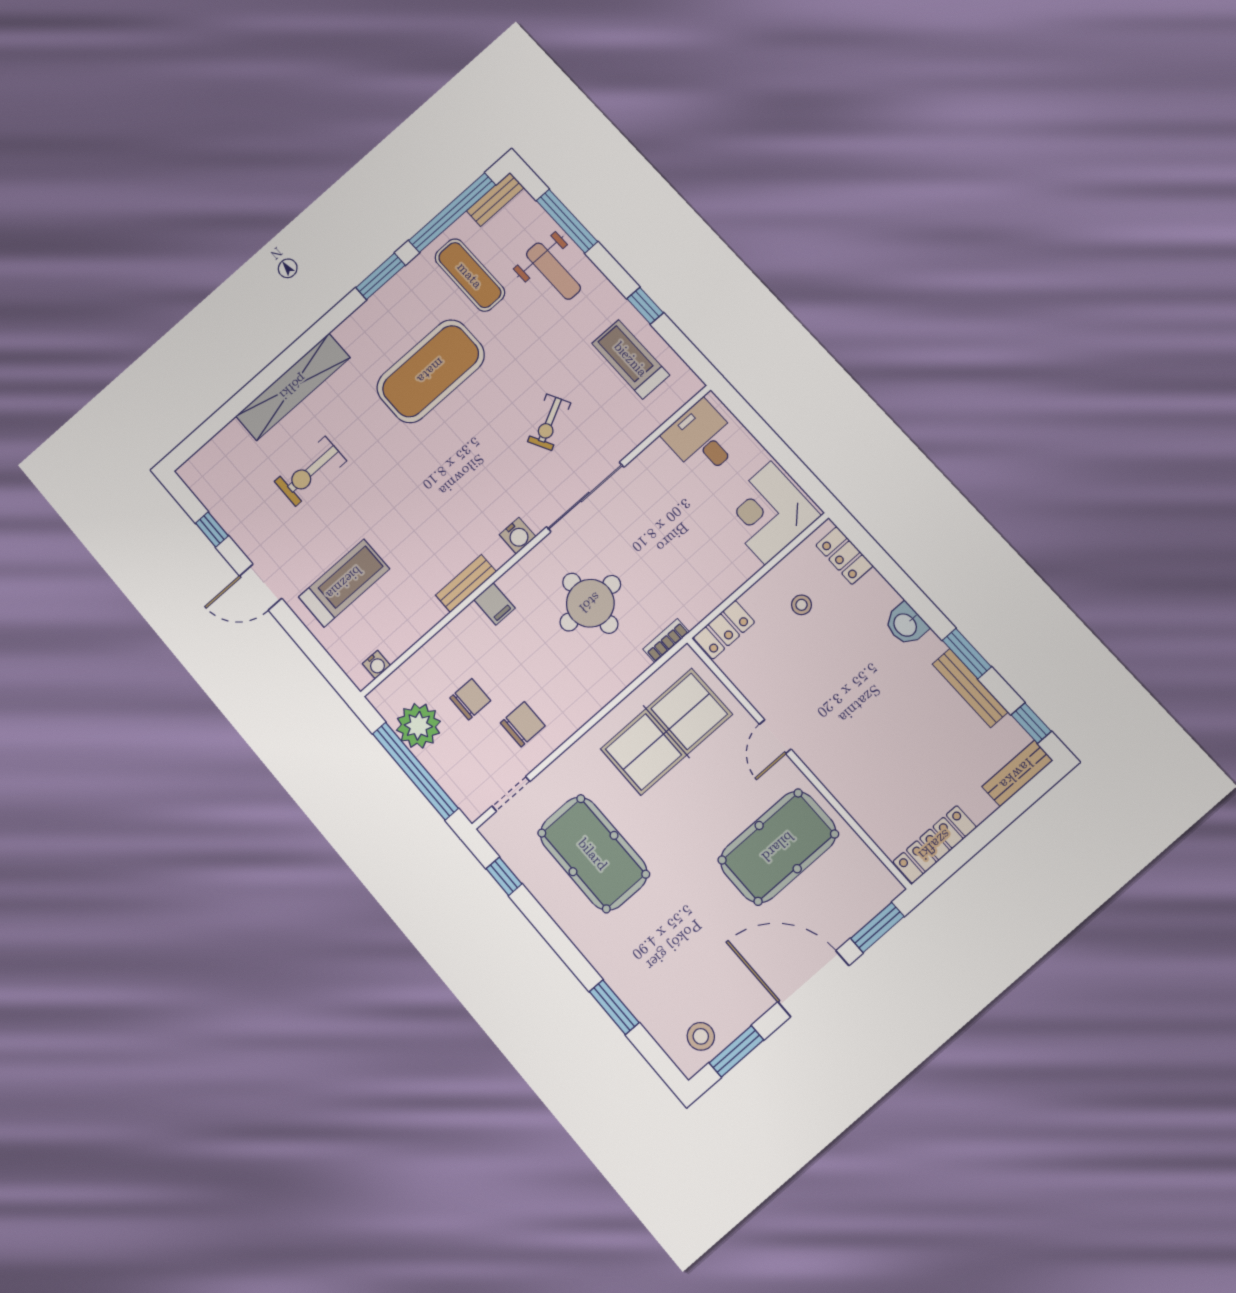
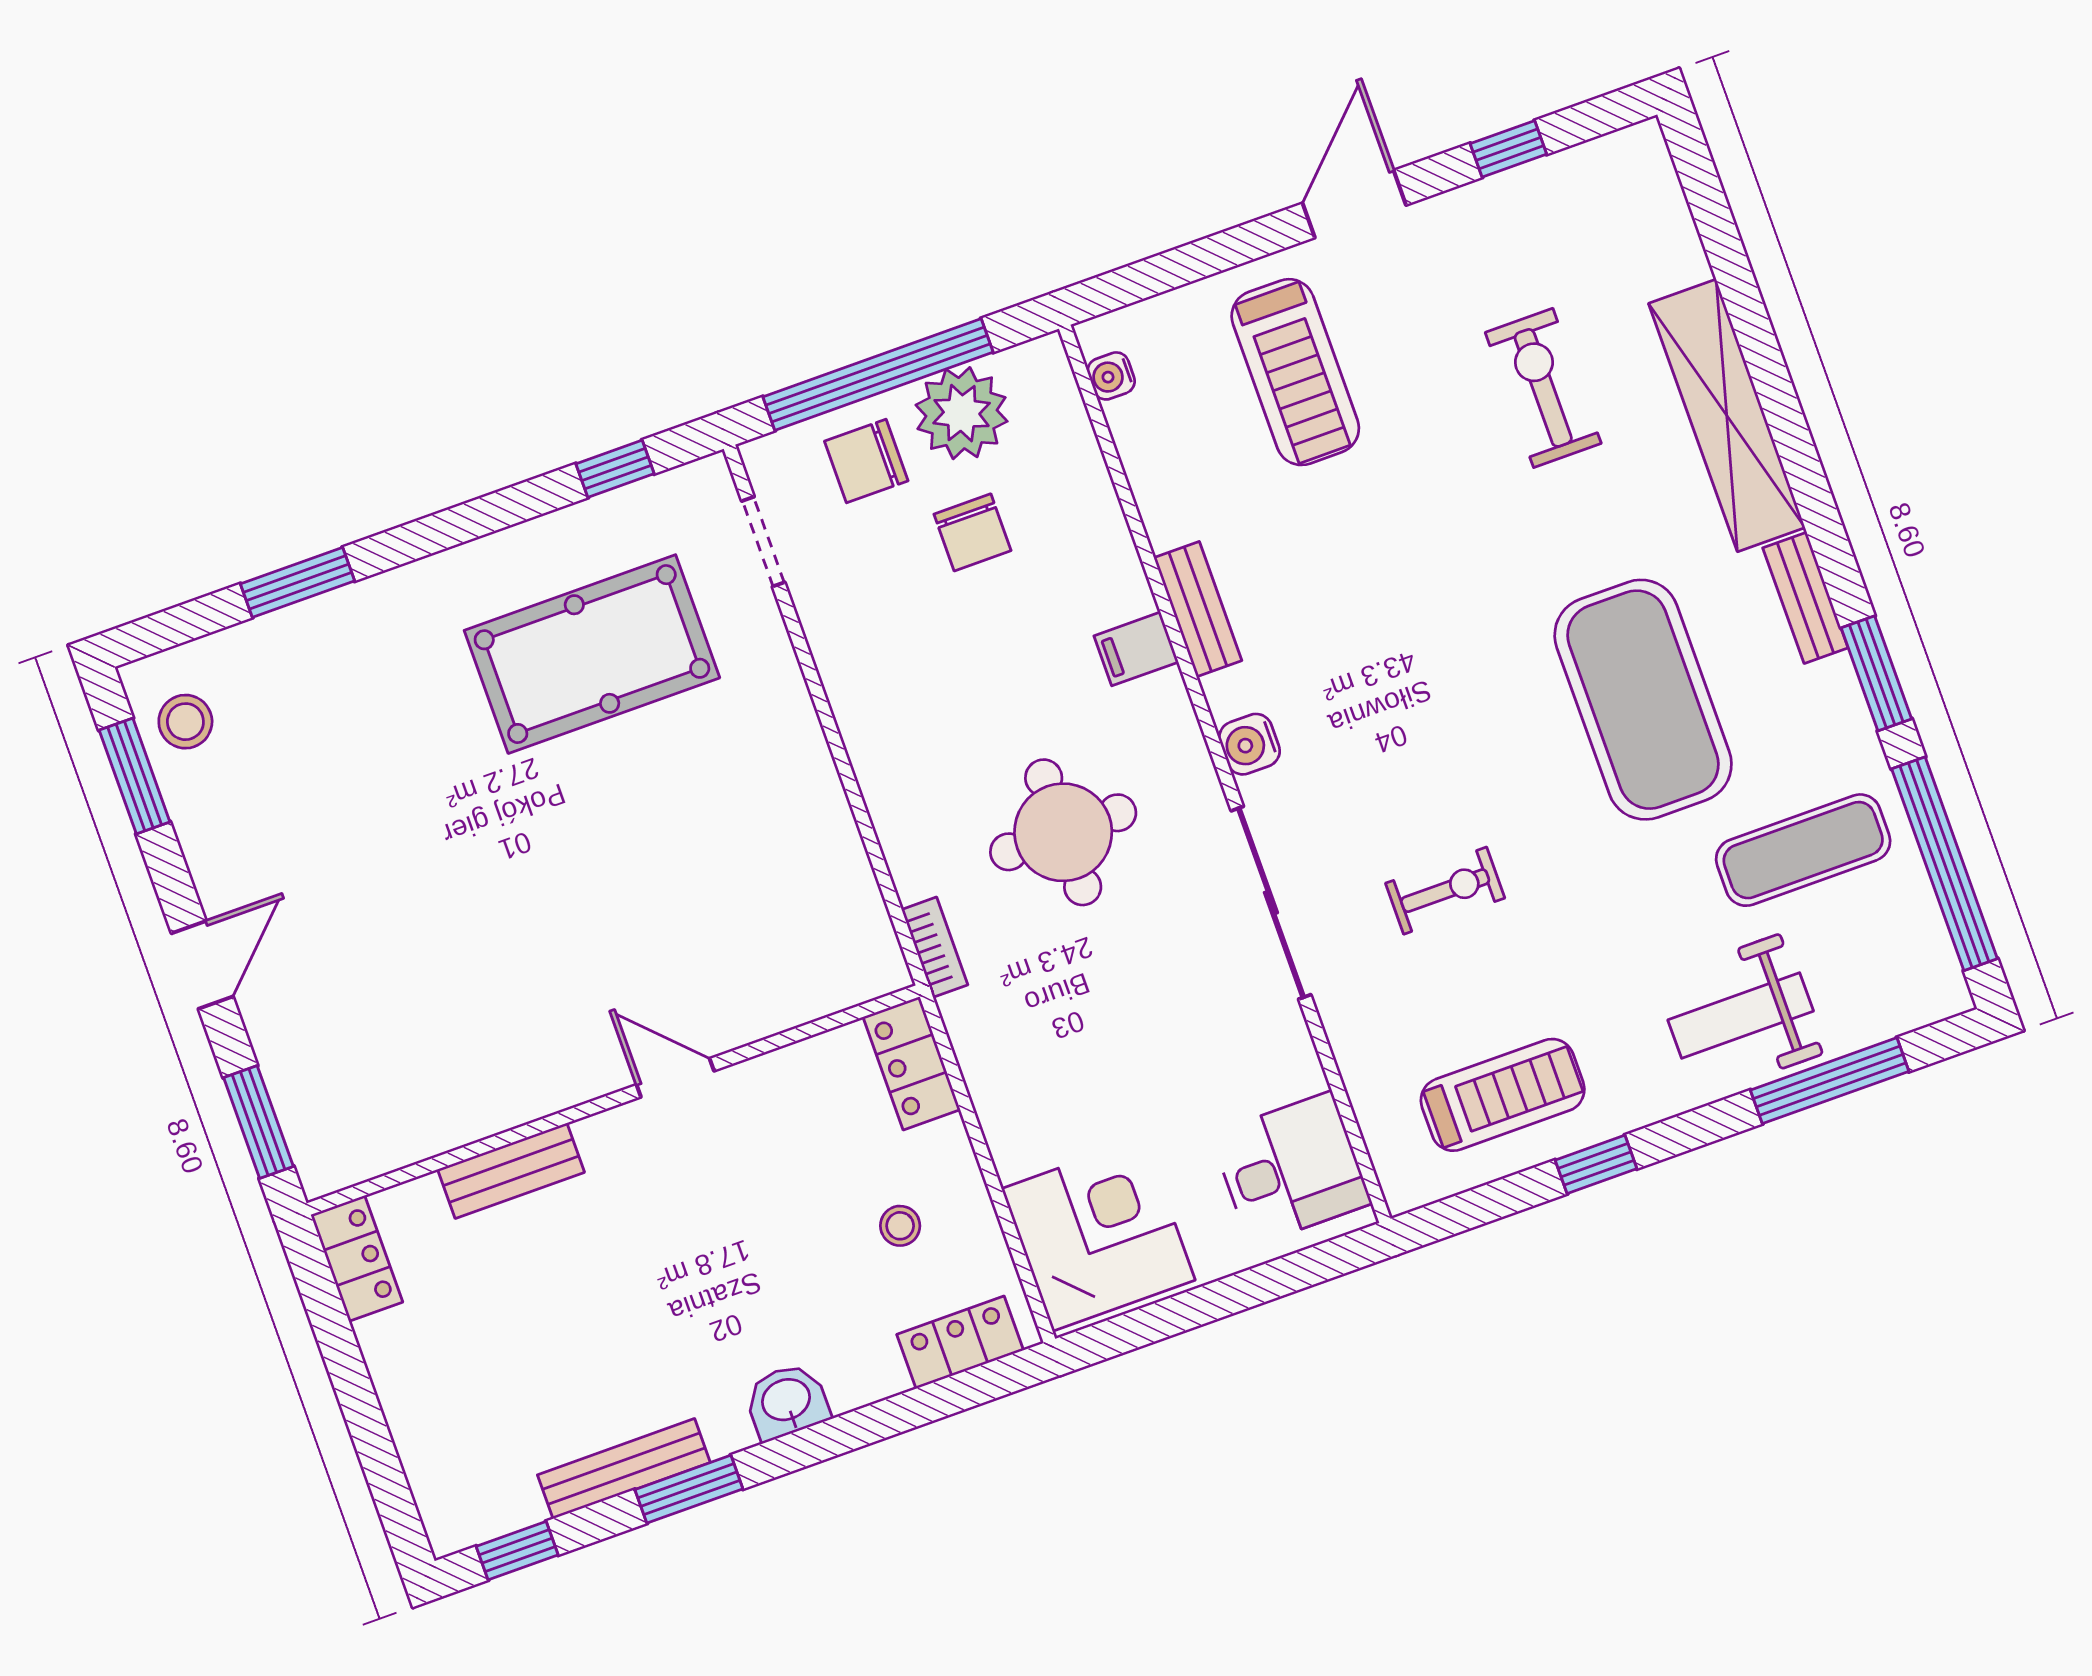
bench: (495, 199) -> (1805, 598), moved
exercise bike: (549, 422) -> (1445, 891), turned 117
chair: (523, 724) -> (866, 461), moved, turned 90
table tennis table: (666, 732) -> (764, 880), removed
bench: (1017, 774) -> (511, 1171), moved, turned 90
locker: (935, 845) -> (357, 1258), width x0.66
pool table: (778, 847) -> (472, 1001), removed
door: (813, 984) -> (202, 965), width x0.53

